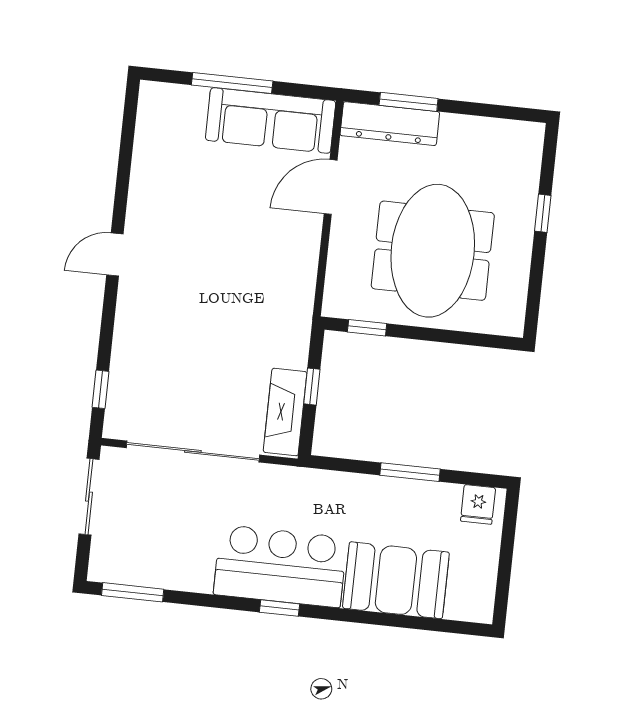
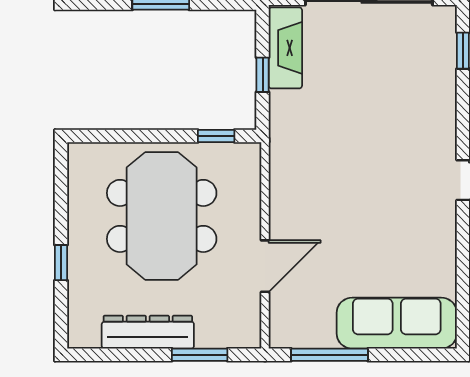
window: (232, 83) -> (330, 355), moved
sofa: (271, 120) -> (397, 323), moved
dresser: (390, 124) -> (148, 332), moved

